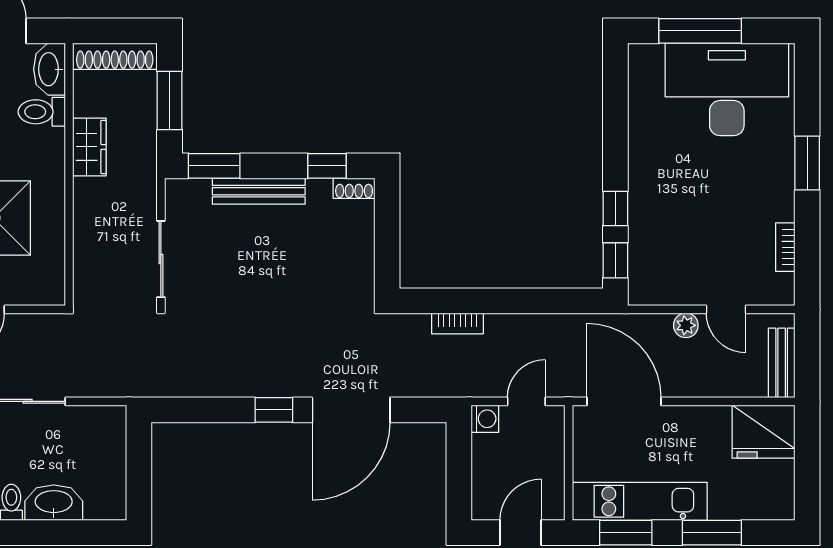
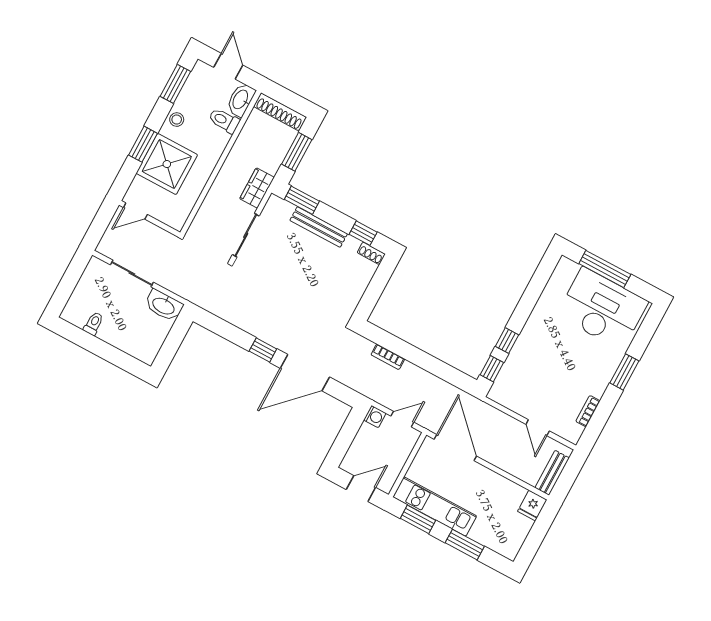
wardrobe: (89, 147) -> (257, 188), moved, turned 180
plant: (686, 325) -> (511, 425), removed
fridge: (764, 432) -> (532, 506), width x0.53, depth x0.75
washbasin: (54, 503) -> (164, 306), moved, turned 180

